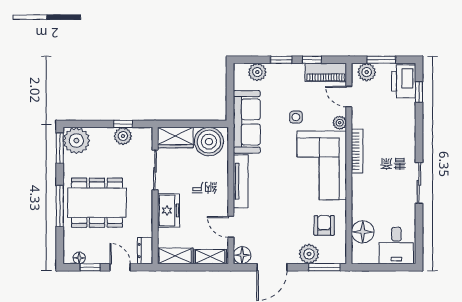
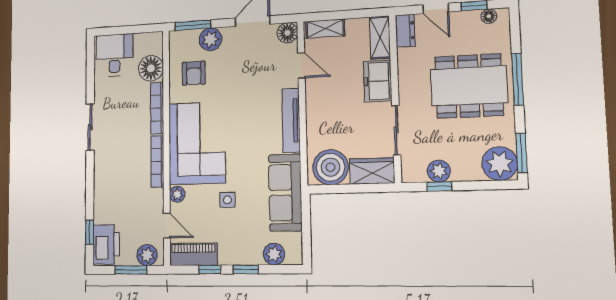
bookcase: (357, 197) -> (157, 108), added
shelving: (175, 256) -> (380, 37), moved, turned 90

